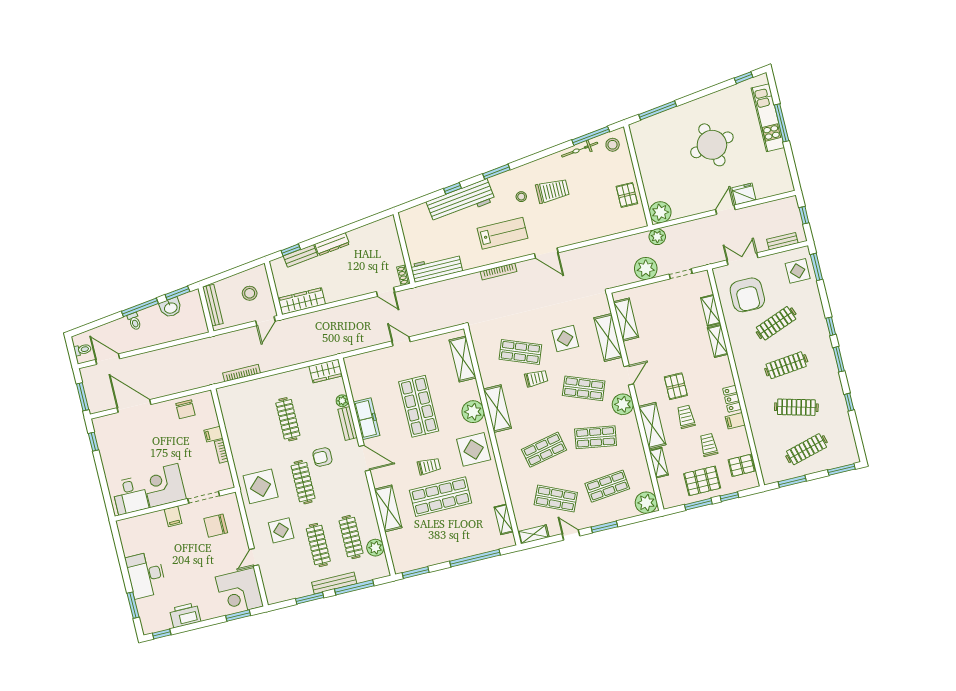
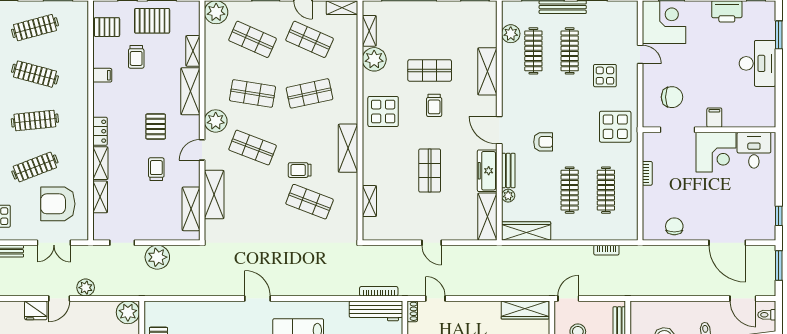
plant: (657, 237) -> (86, 288), moved
bookcase: (499, 271) -> (379, 291), moved
armchair: (747, 295) -> (58, 204), turned -90
display table: (565, 338) -> (259, 204), removed
shelving: (463, 359) -> (369, 201), width x0.67, depth x0.75
wardrobe: (326, 371) -> (526, 231), width x1.50
bookcase: (242, 373) -> (606, 250), width x0.64
shelving: (356, 377) -> (487, 217), added
locker: (732, 399) -> (100, 131), moved
shop shelf: (419, 406) -> (430, 171), width x0.70, depth x0.74
plant: (473, 412) -> (374, 59), moved
trolley: (686, 417) -> (156, 169), moved, turned 180
filing cabinet: (213, 434) -> (651, 193), removed
trolley: (429, 466) -> (434, 105), turned -90
clothes rail: (303, 482) -> (606, 190), moved
shop shelf: (607, 486) -> (253, 39), turned 30
shop shelf: (441, 497) -> (430, 70), width x0.70, depth x0.74
door: (254, 557) -> (640, 54), hinge flipped

